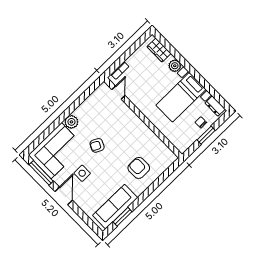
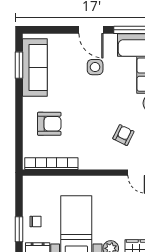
window: (206, 135) -> (19, 229), moved
armchair: (97, 145) -> (123, 135), moved
bookcase: (160, 145) -> (51, 164), added

